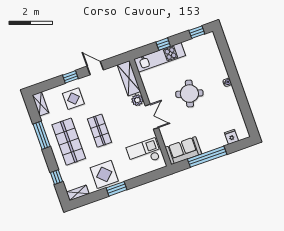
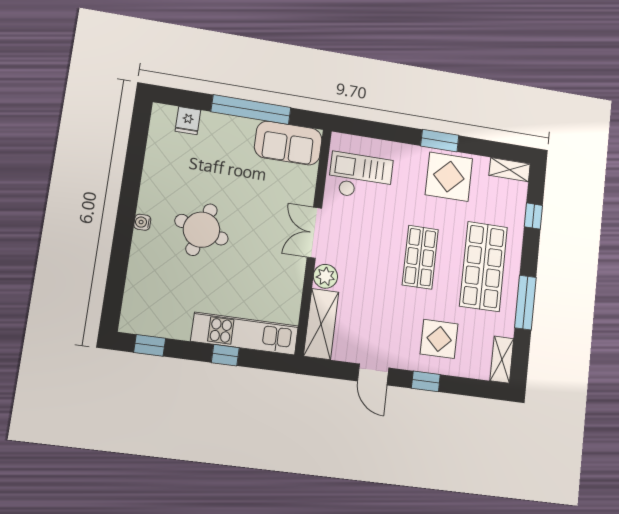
round table: (189, 94) -> (202, 230), moved
checkout: (144, 153) -> (361, 177), turned 180

